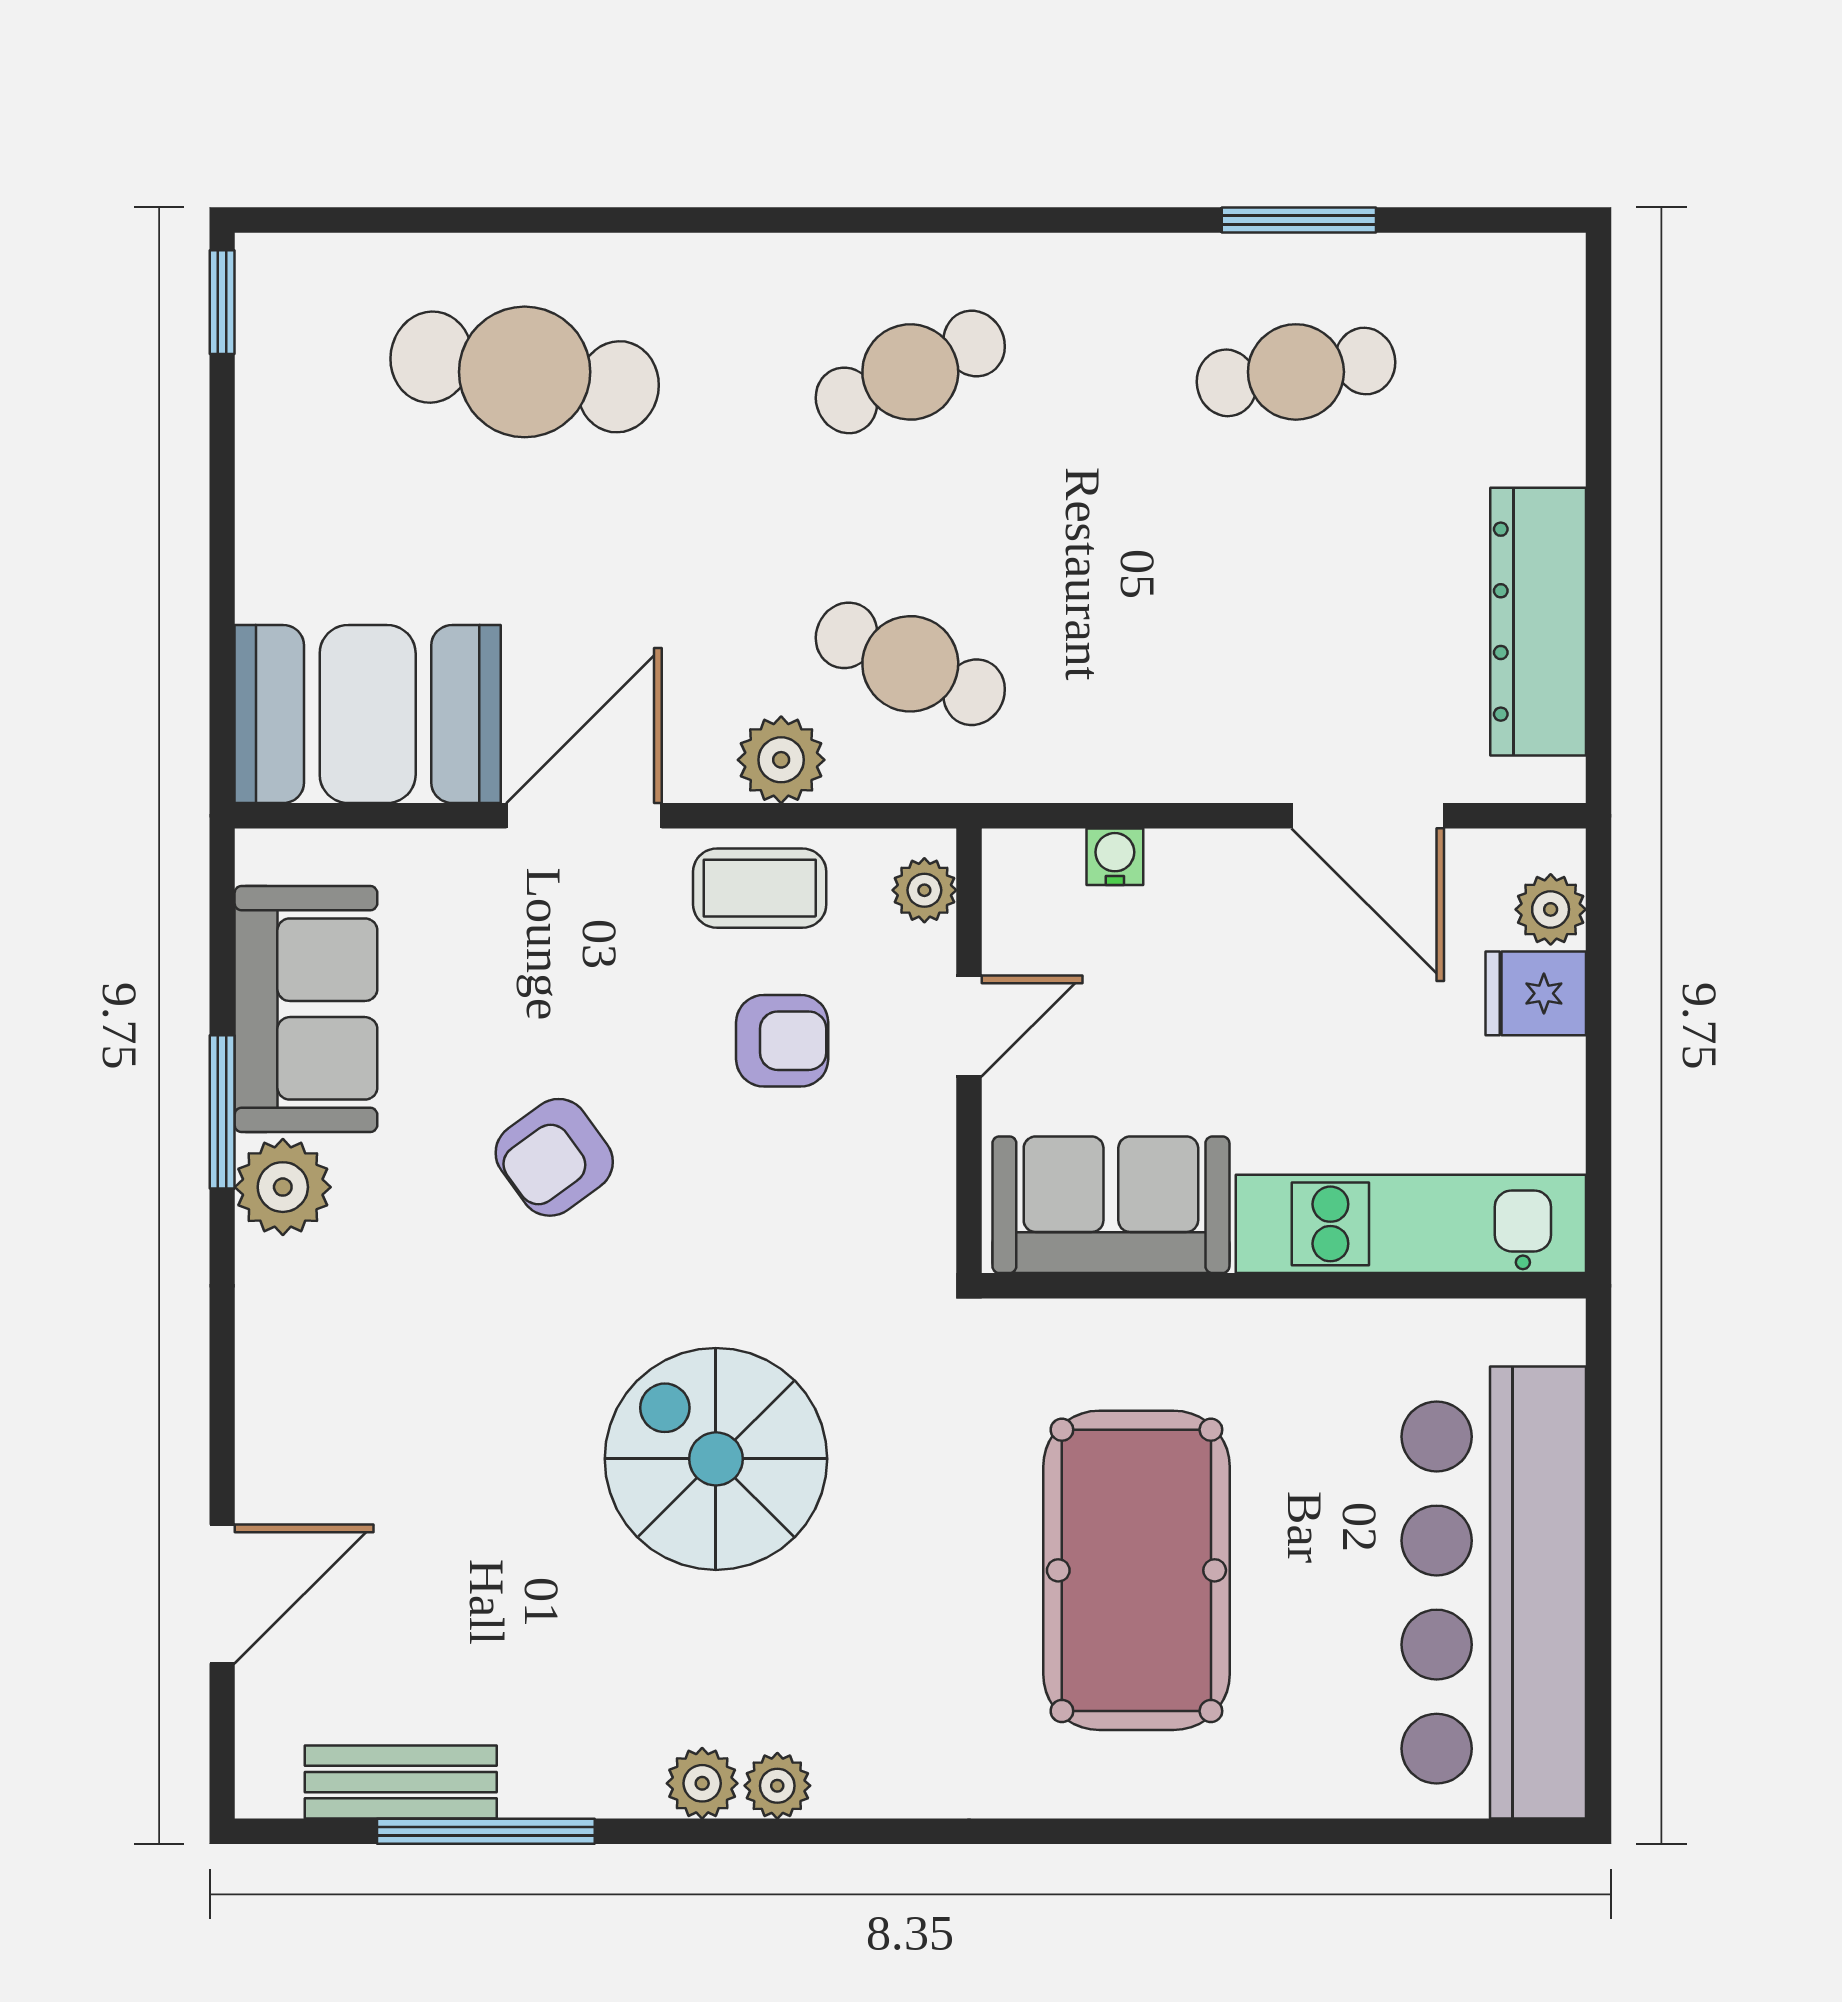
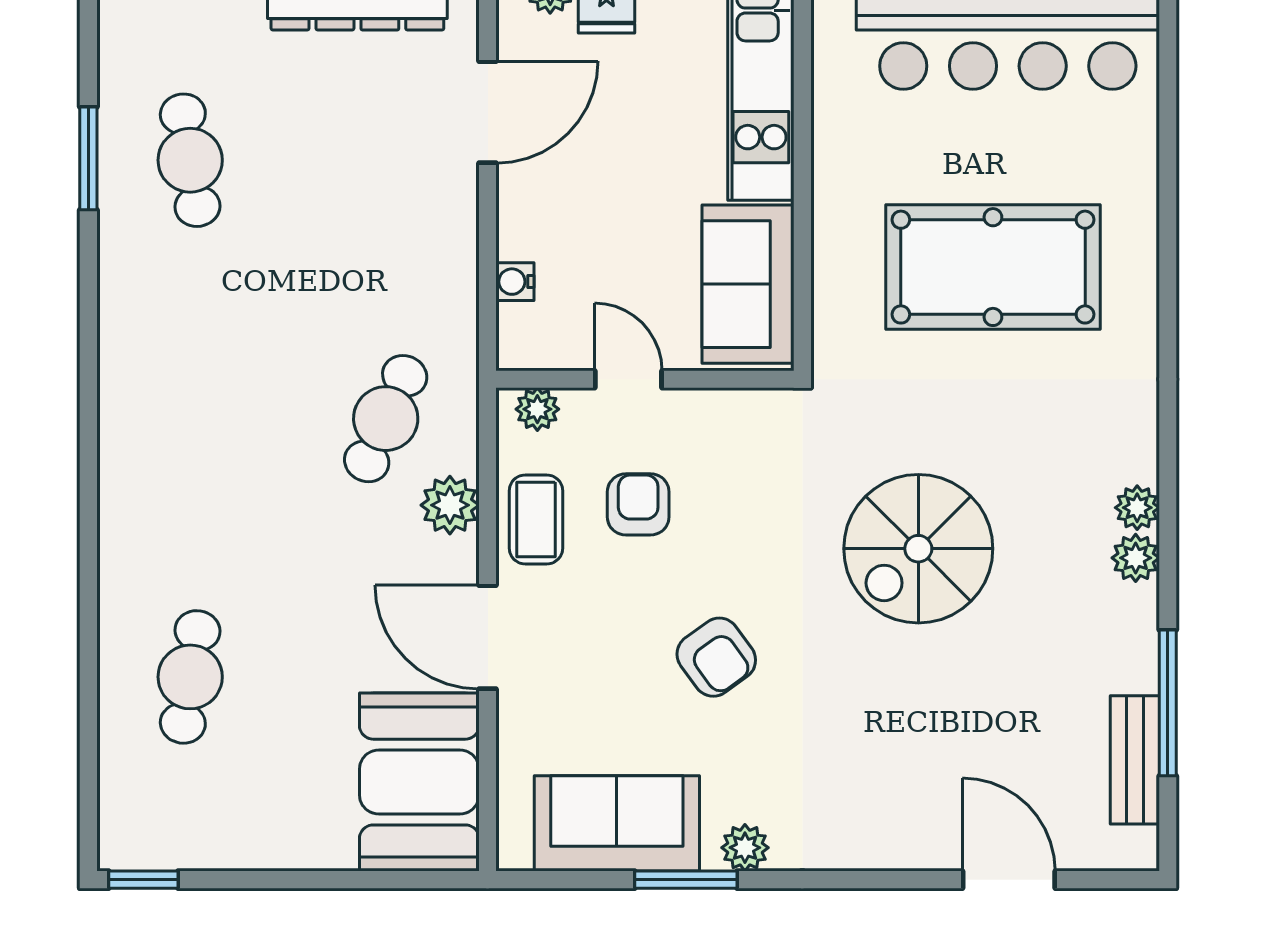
cafe table: (525, 372) -> (190, 677), width x0.73, depth x0.74
cafe table: (910, 372) -> (190, 419), removed
plant: (283, 1187) -> (745, 848), width x0.73, depth x0.73

